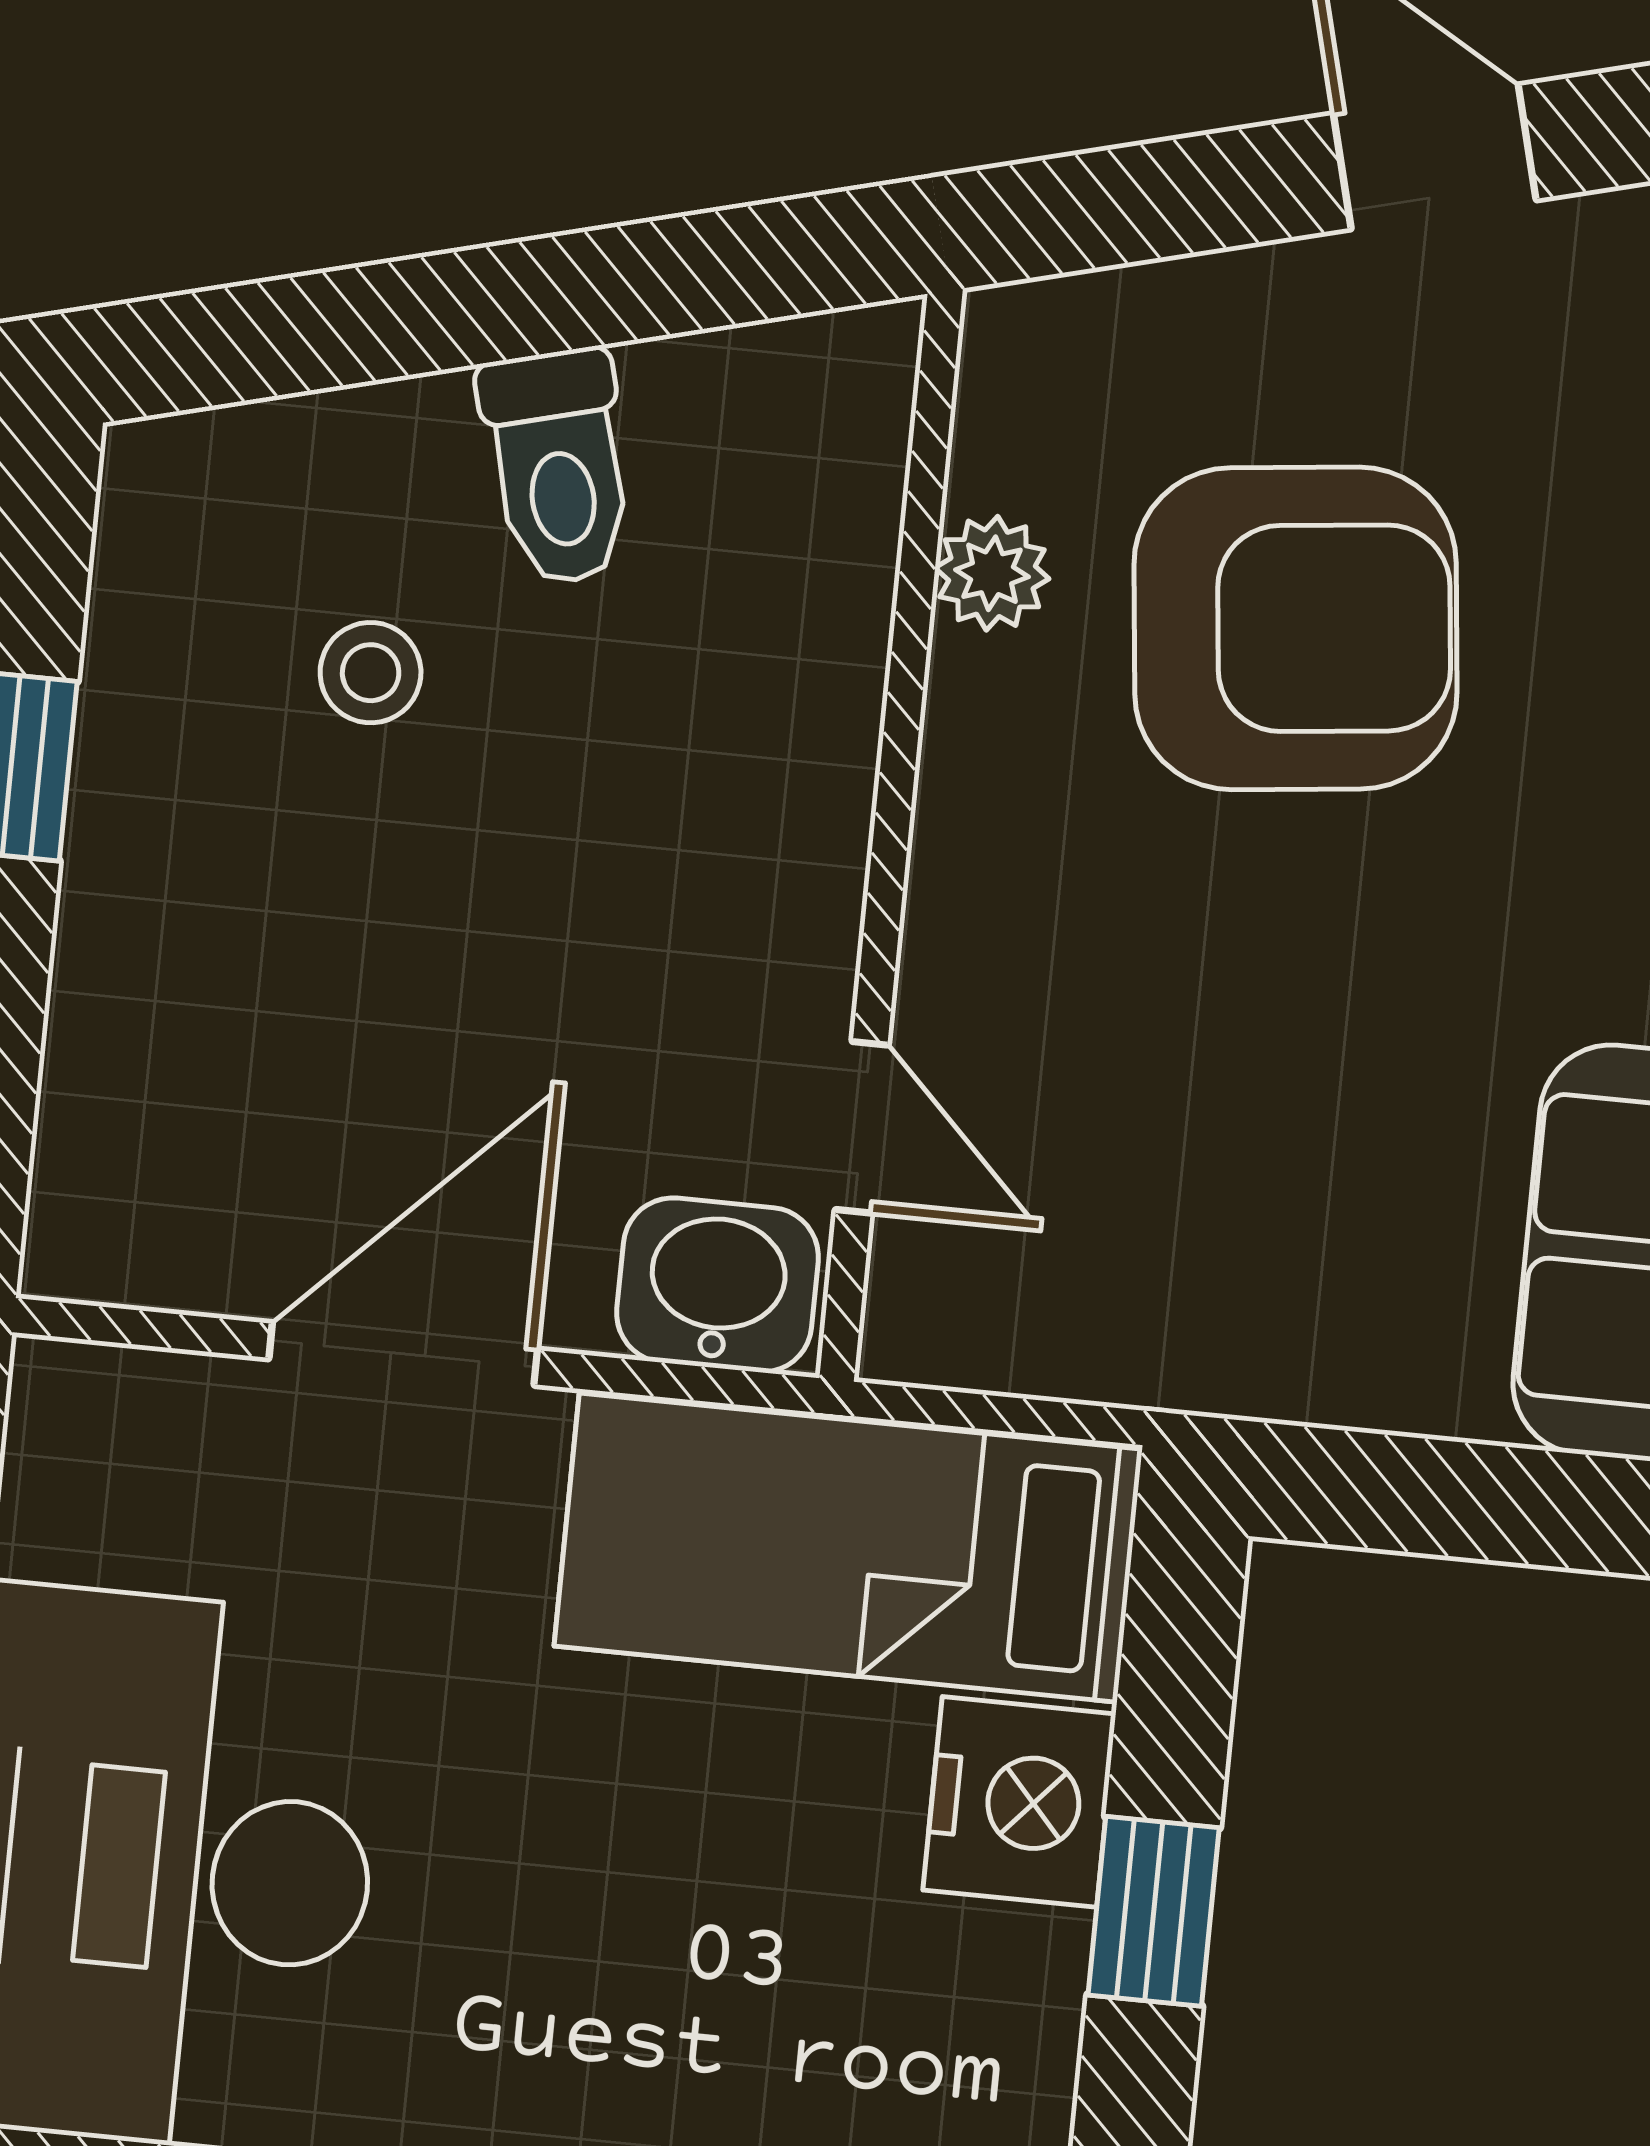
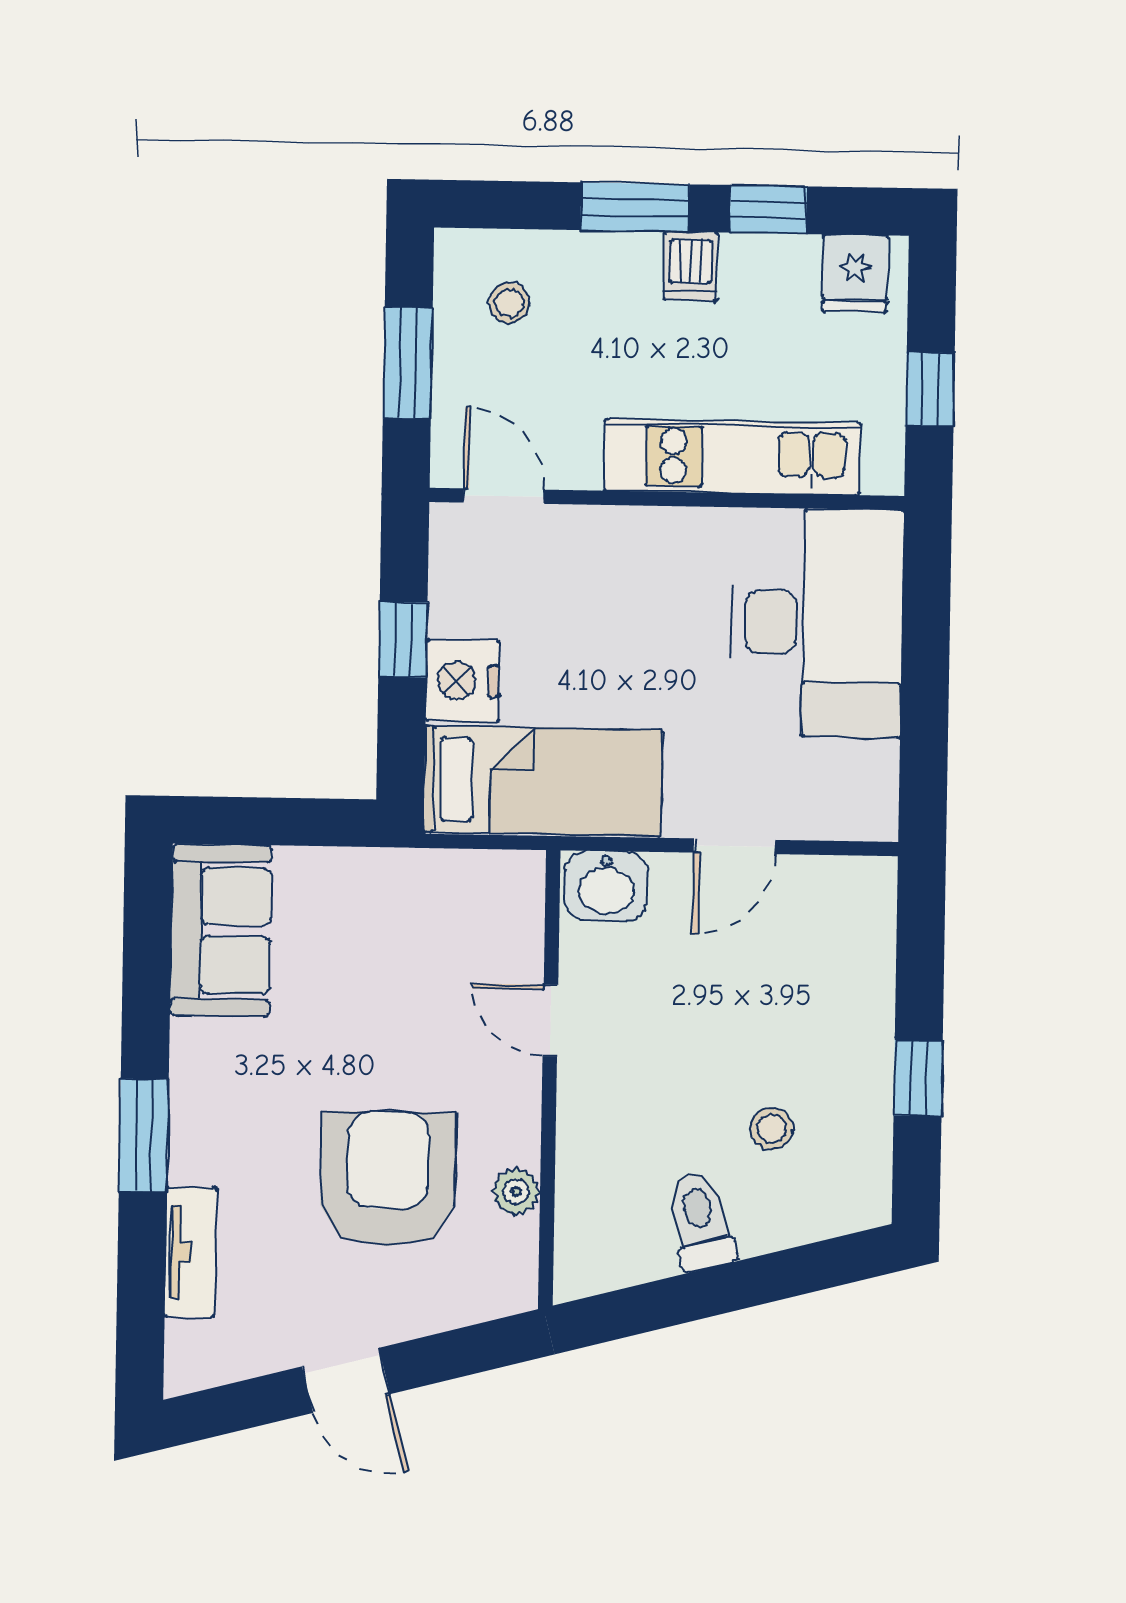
armchair: (1296, 628) -> (388, 1179), turned 96
door: (862, 1127) -> (550, 1021), moved
door: (403, 1354) -> (735, 846), width x0.73

